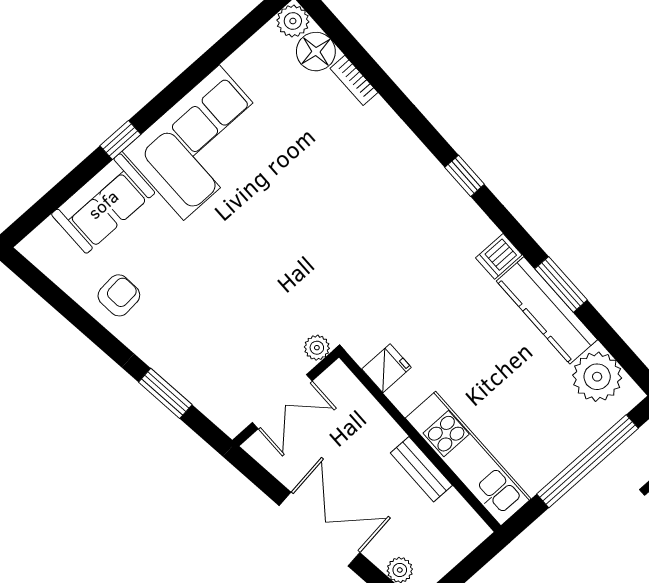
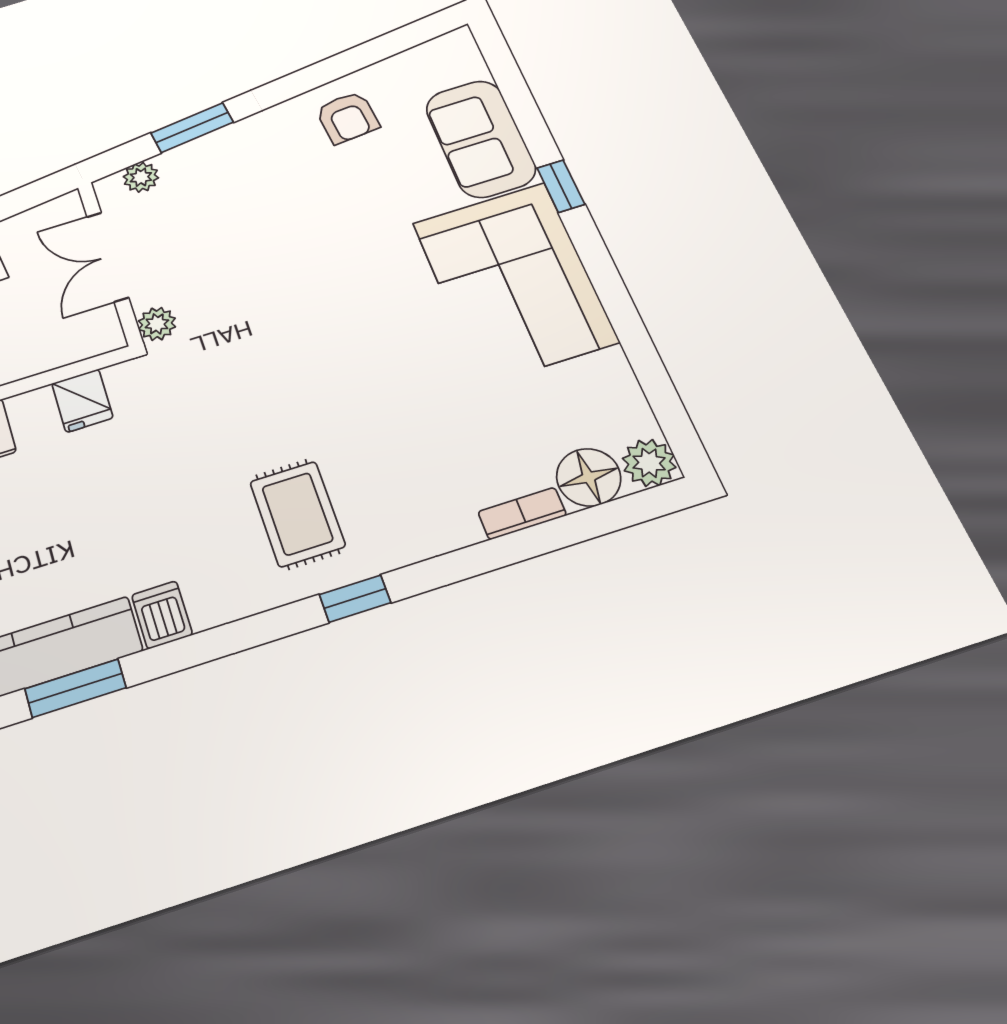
window: (465, 176) -> (355, 599), moved
rug: (406, 207) -> (297, 514), added
plant: (216, 409) -> (141, 177), added

